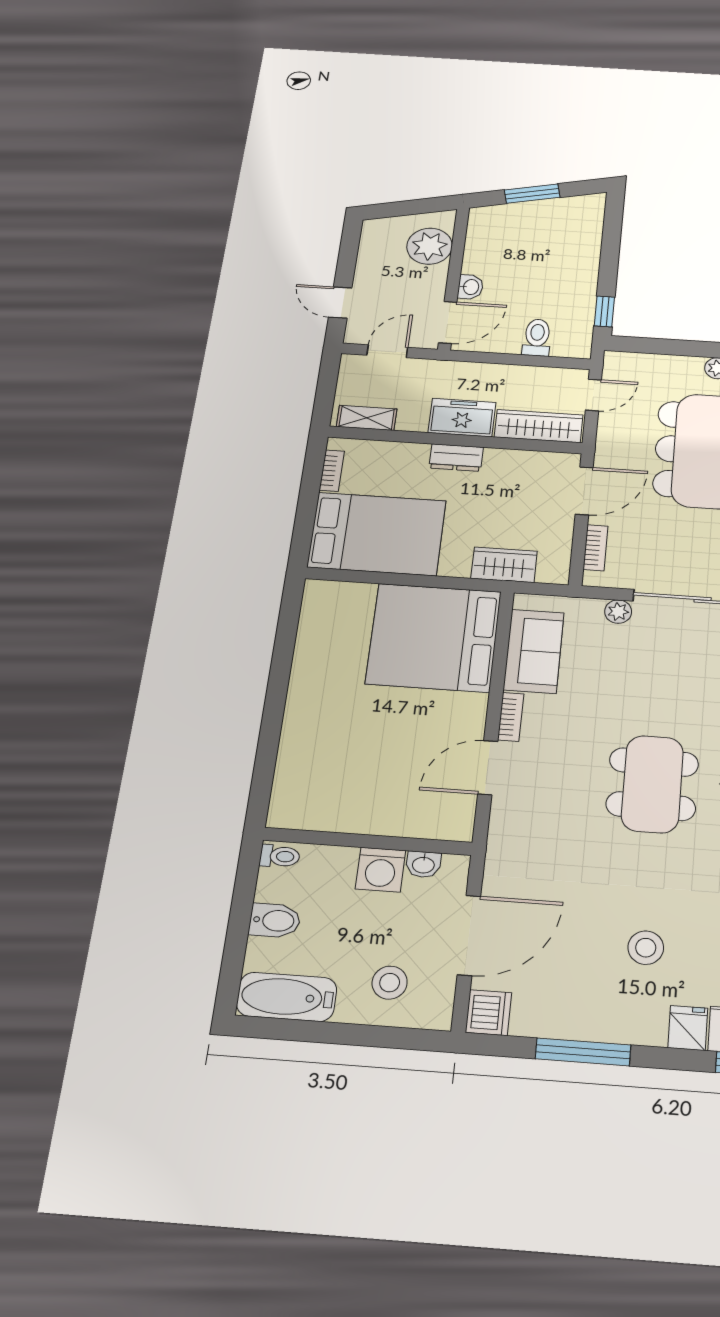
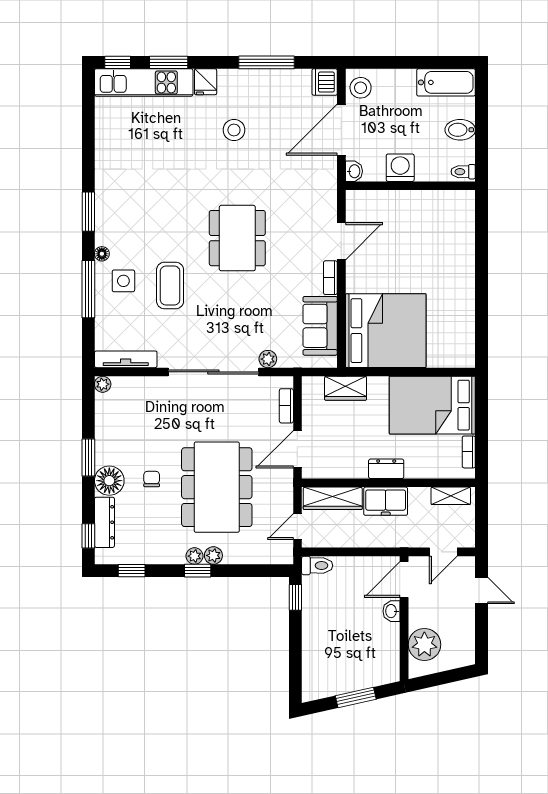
toilet: (537, 337) -> (317, 565), moved, turned -90
washbasin: (423, 864) -> (354, 171), moved, turned 90
stool: (390, 983) -> (361, 88), moved

